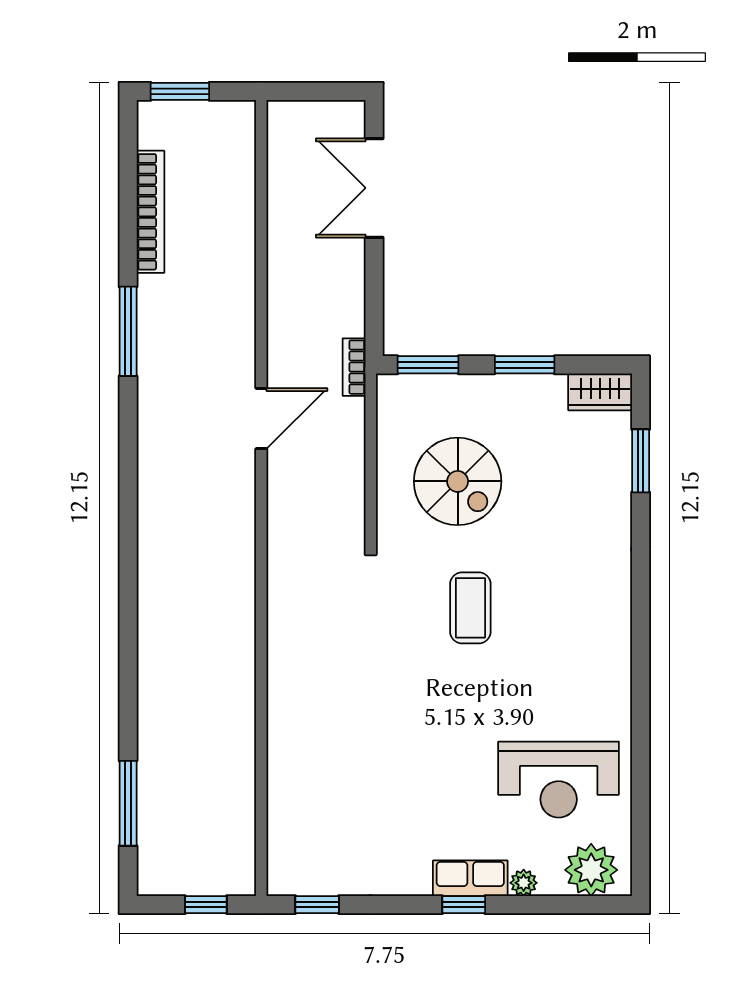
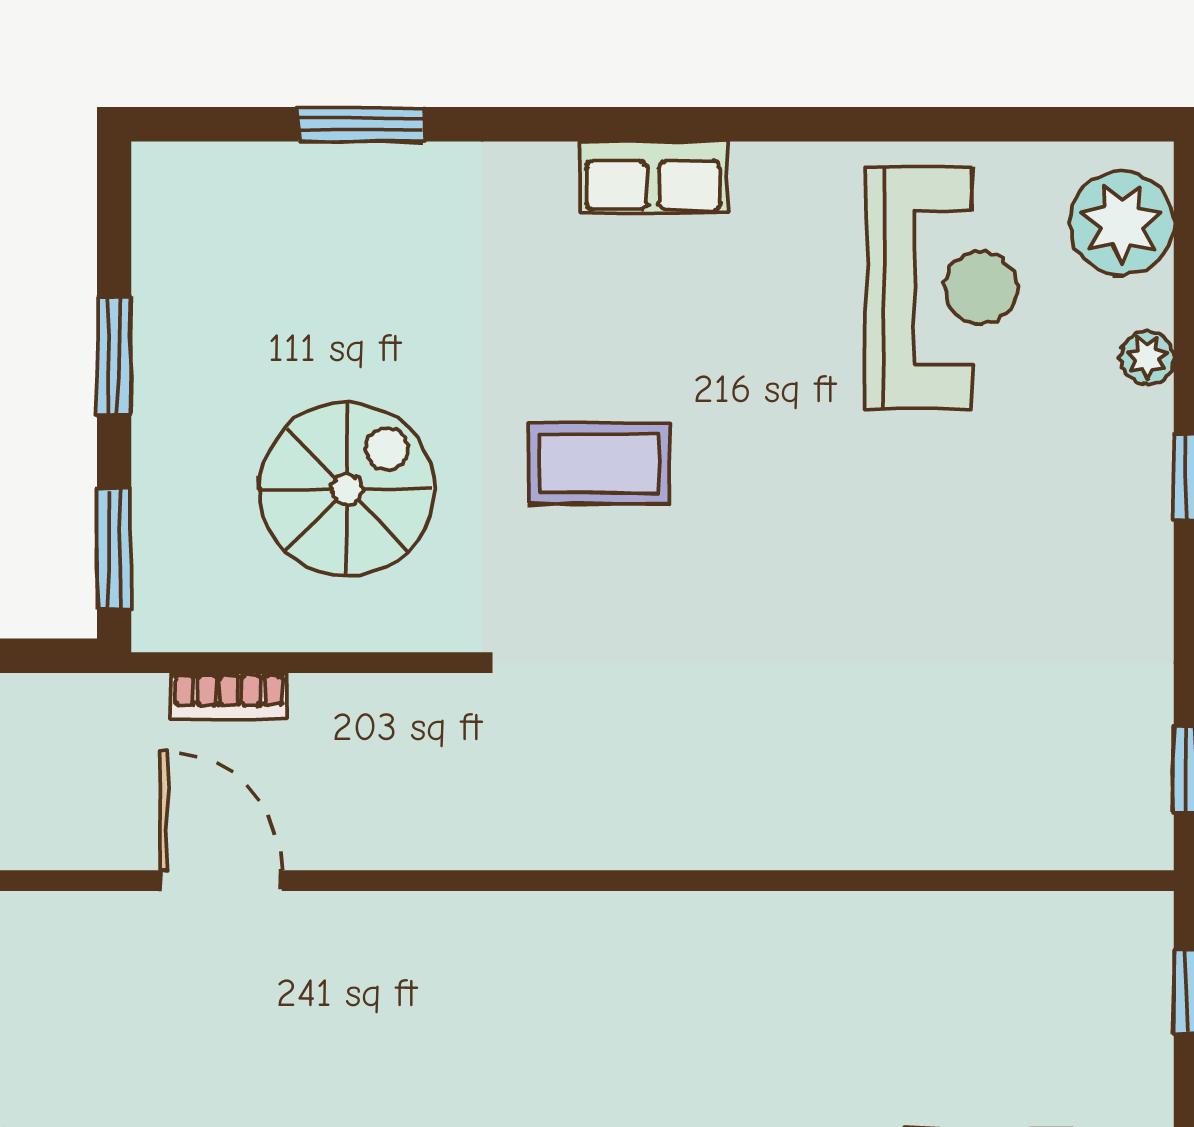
bookcase: (354, 367) -> (229, 696), moved
wardrobe: (600, 392) -> (168, 205), removed
window: (641, 461) -> (361, 124), moved
row of seats: (470, 878) -> (653, 177), moved, turned -90

